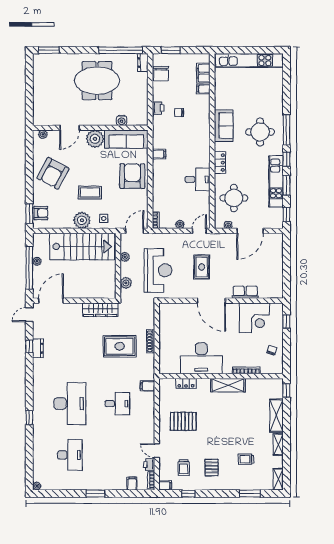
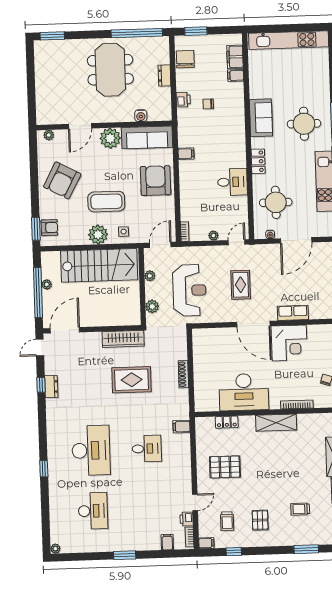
dresser: (143, 63) -> (164, 75), moved
chair: (161, 74) -> (185, 59), turned 180
meeting table: (97, 81) -> (110, 70), turned 90
coffee table: (90, 193) -> (106, 202), width x1.36, depth x1.32
corner desk: (254, 318) -> (289, 343), moved
rug: (120, 346) -> (132, 380), moved
door: (157, 451) -> (195, 502), swing flipped

